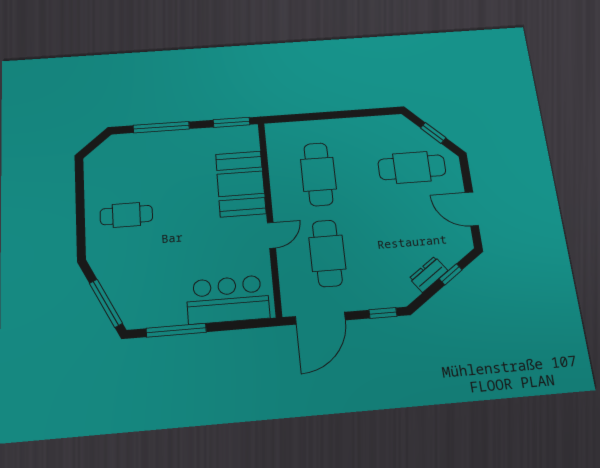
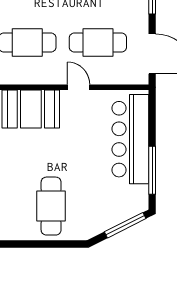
cafe table: (126, 215) -> (51, 206), width x1.37, depth x1.35
bar counter: (228, 299) -> (130, 139), width x1.36

